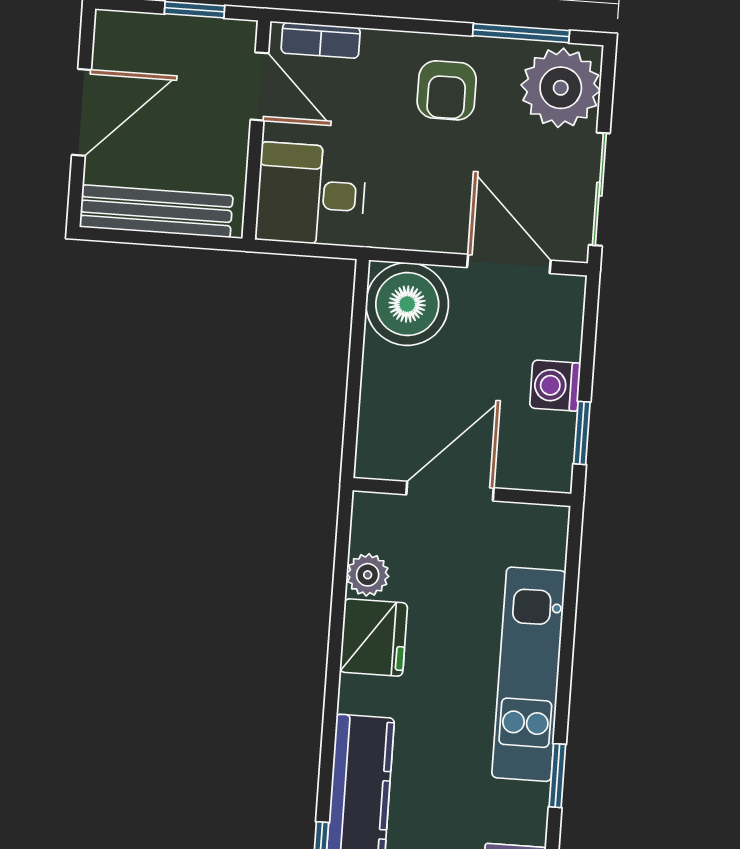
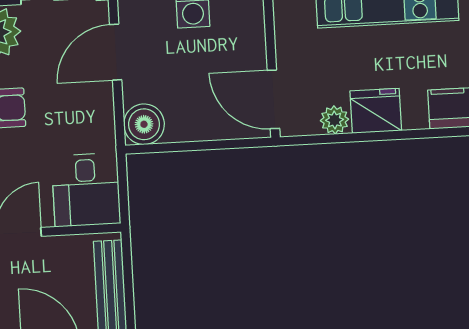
boiler: (407, 304) -> (144, 124), width x0.73, depth x0.73
door: (450, 491) -> (273, 99), moved

